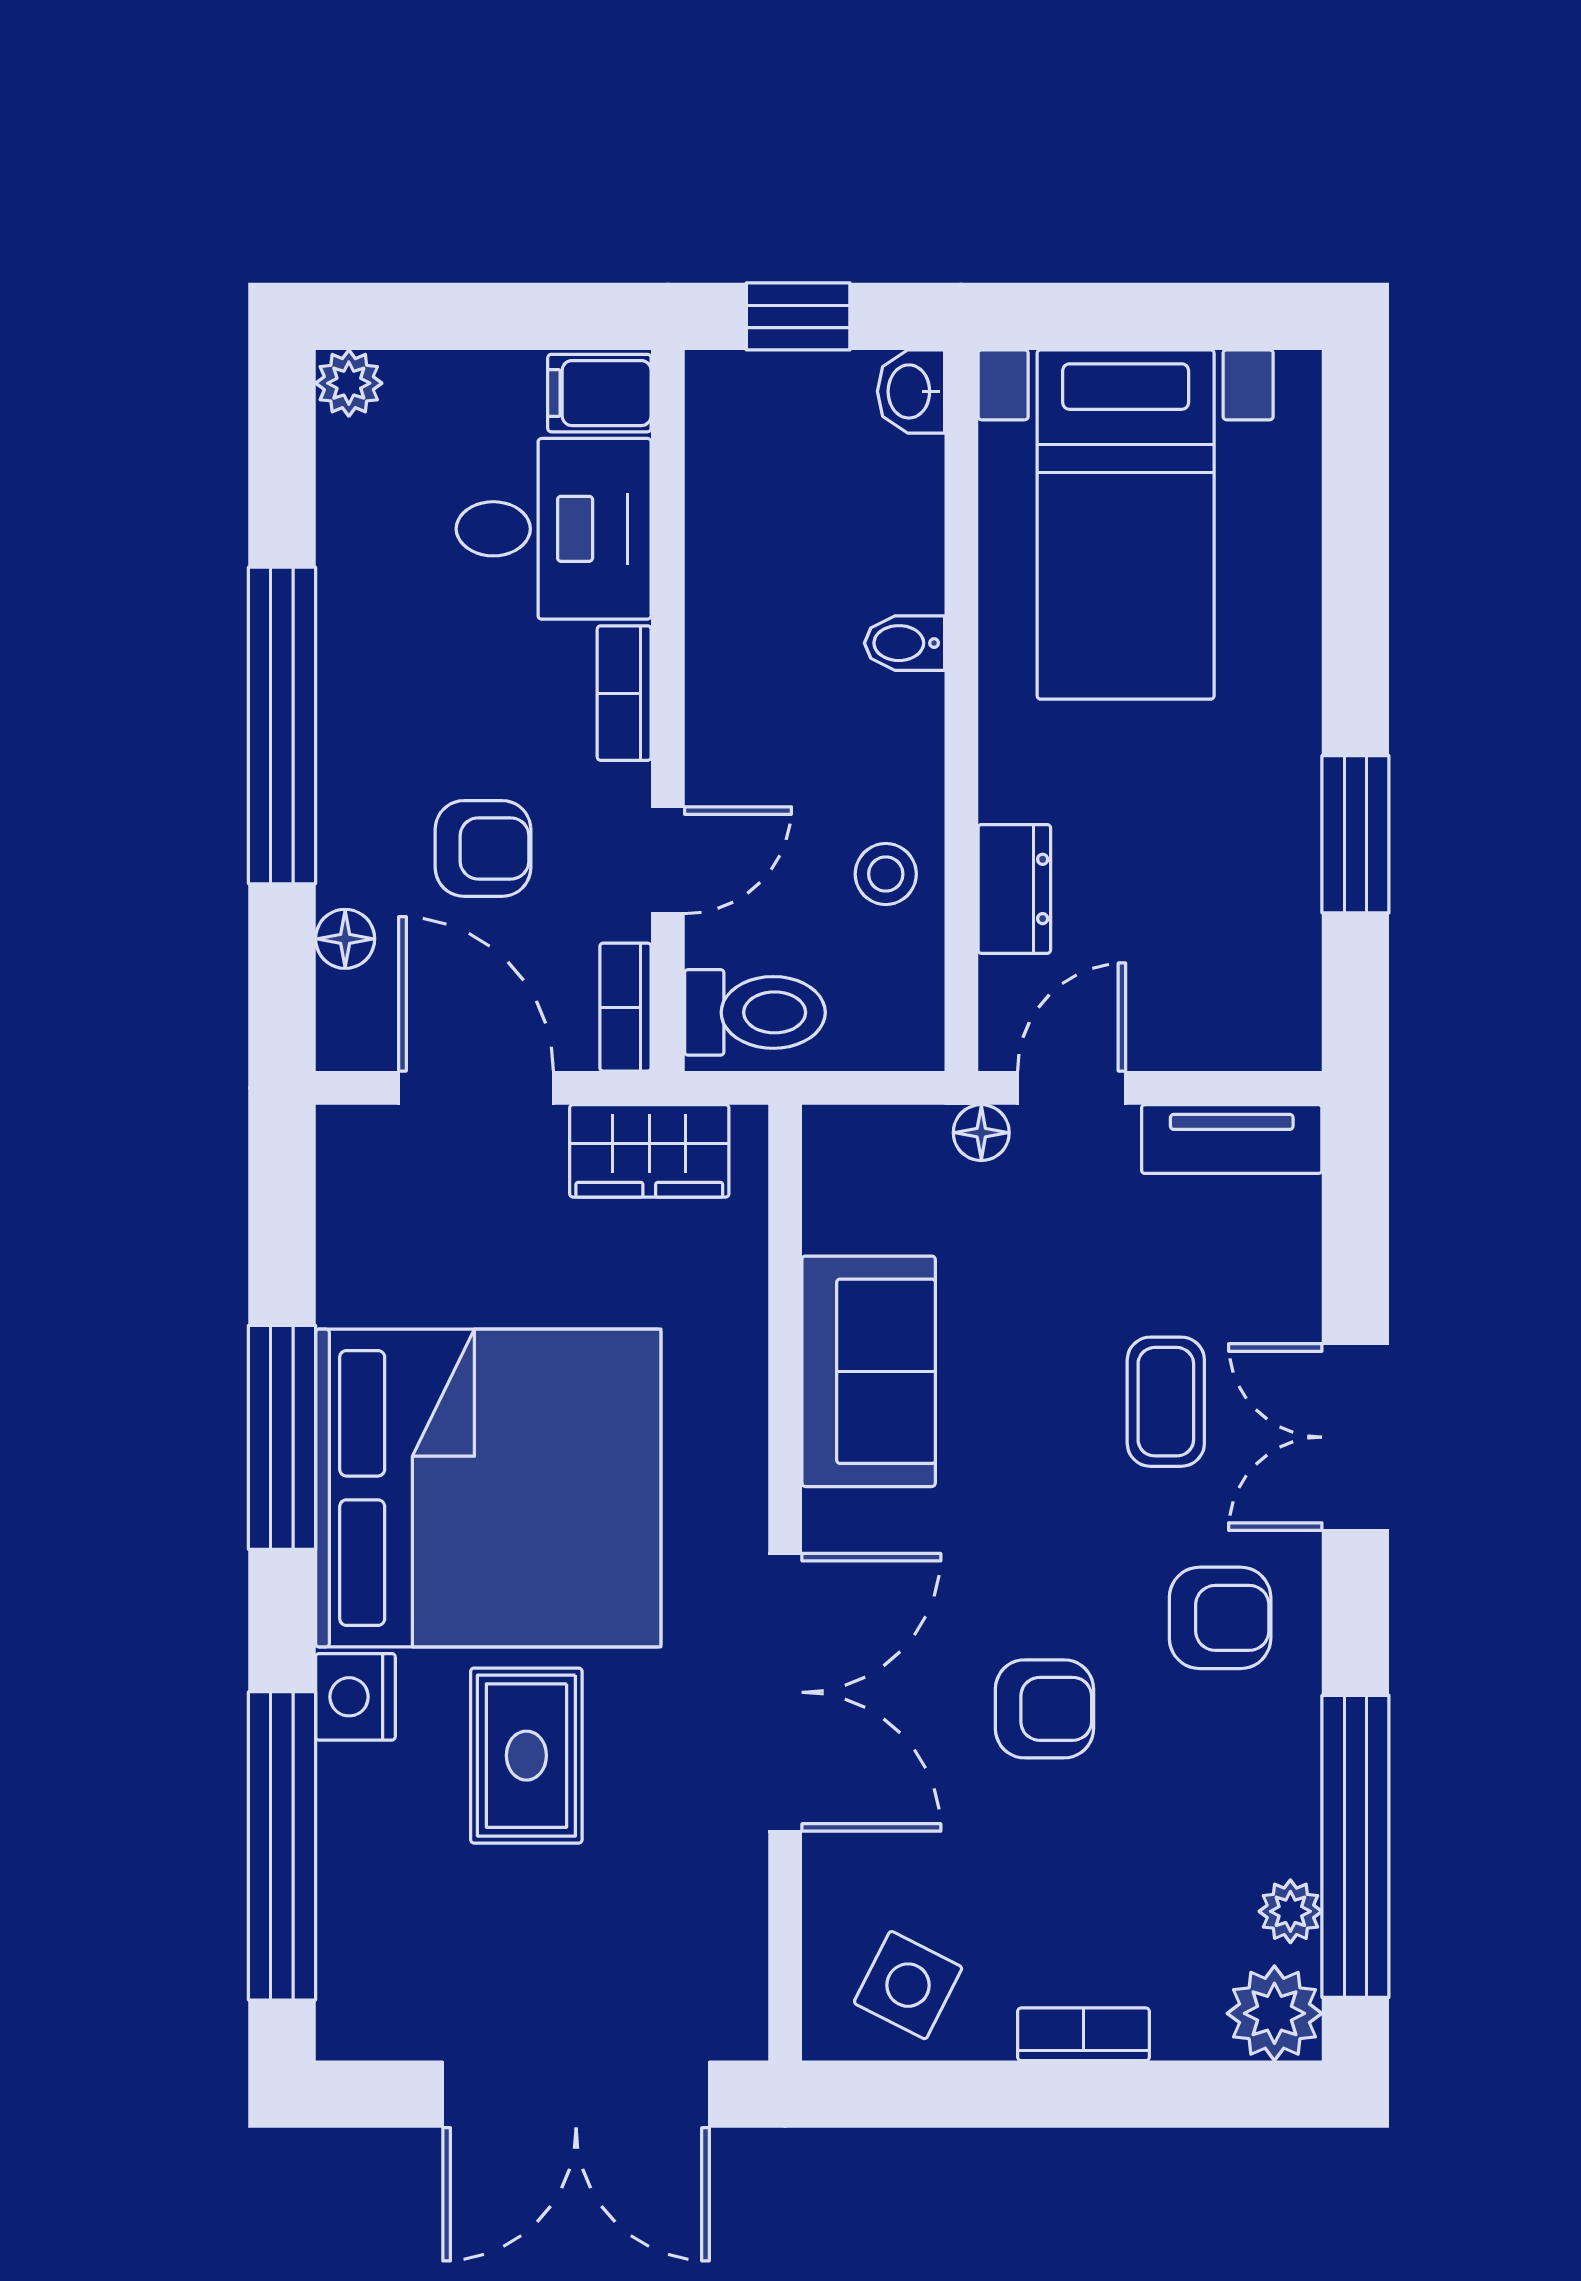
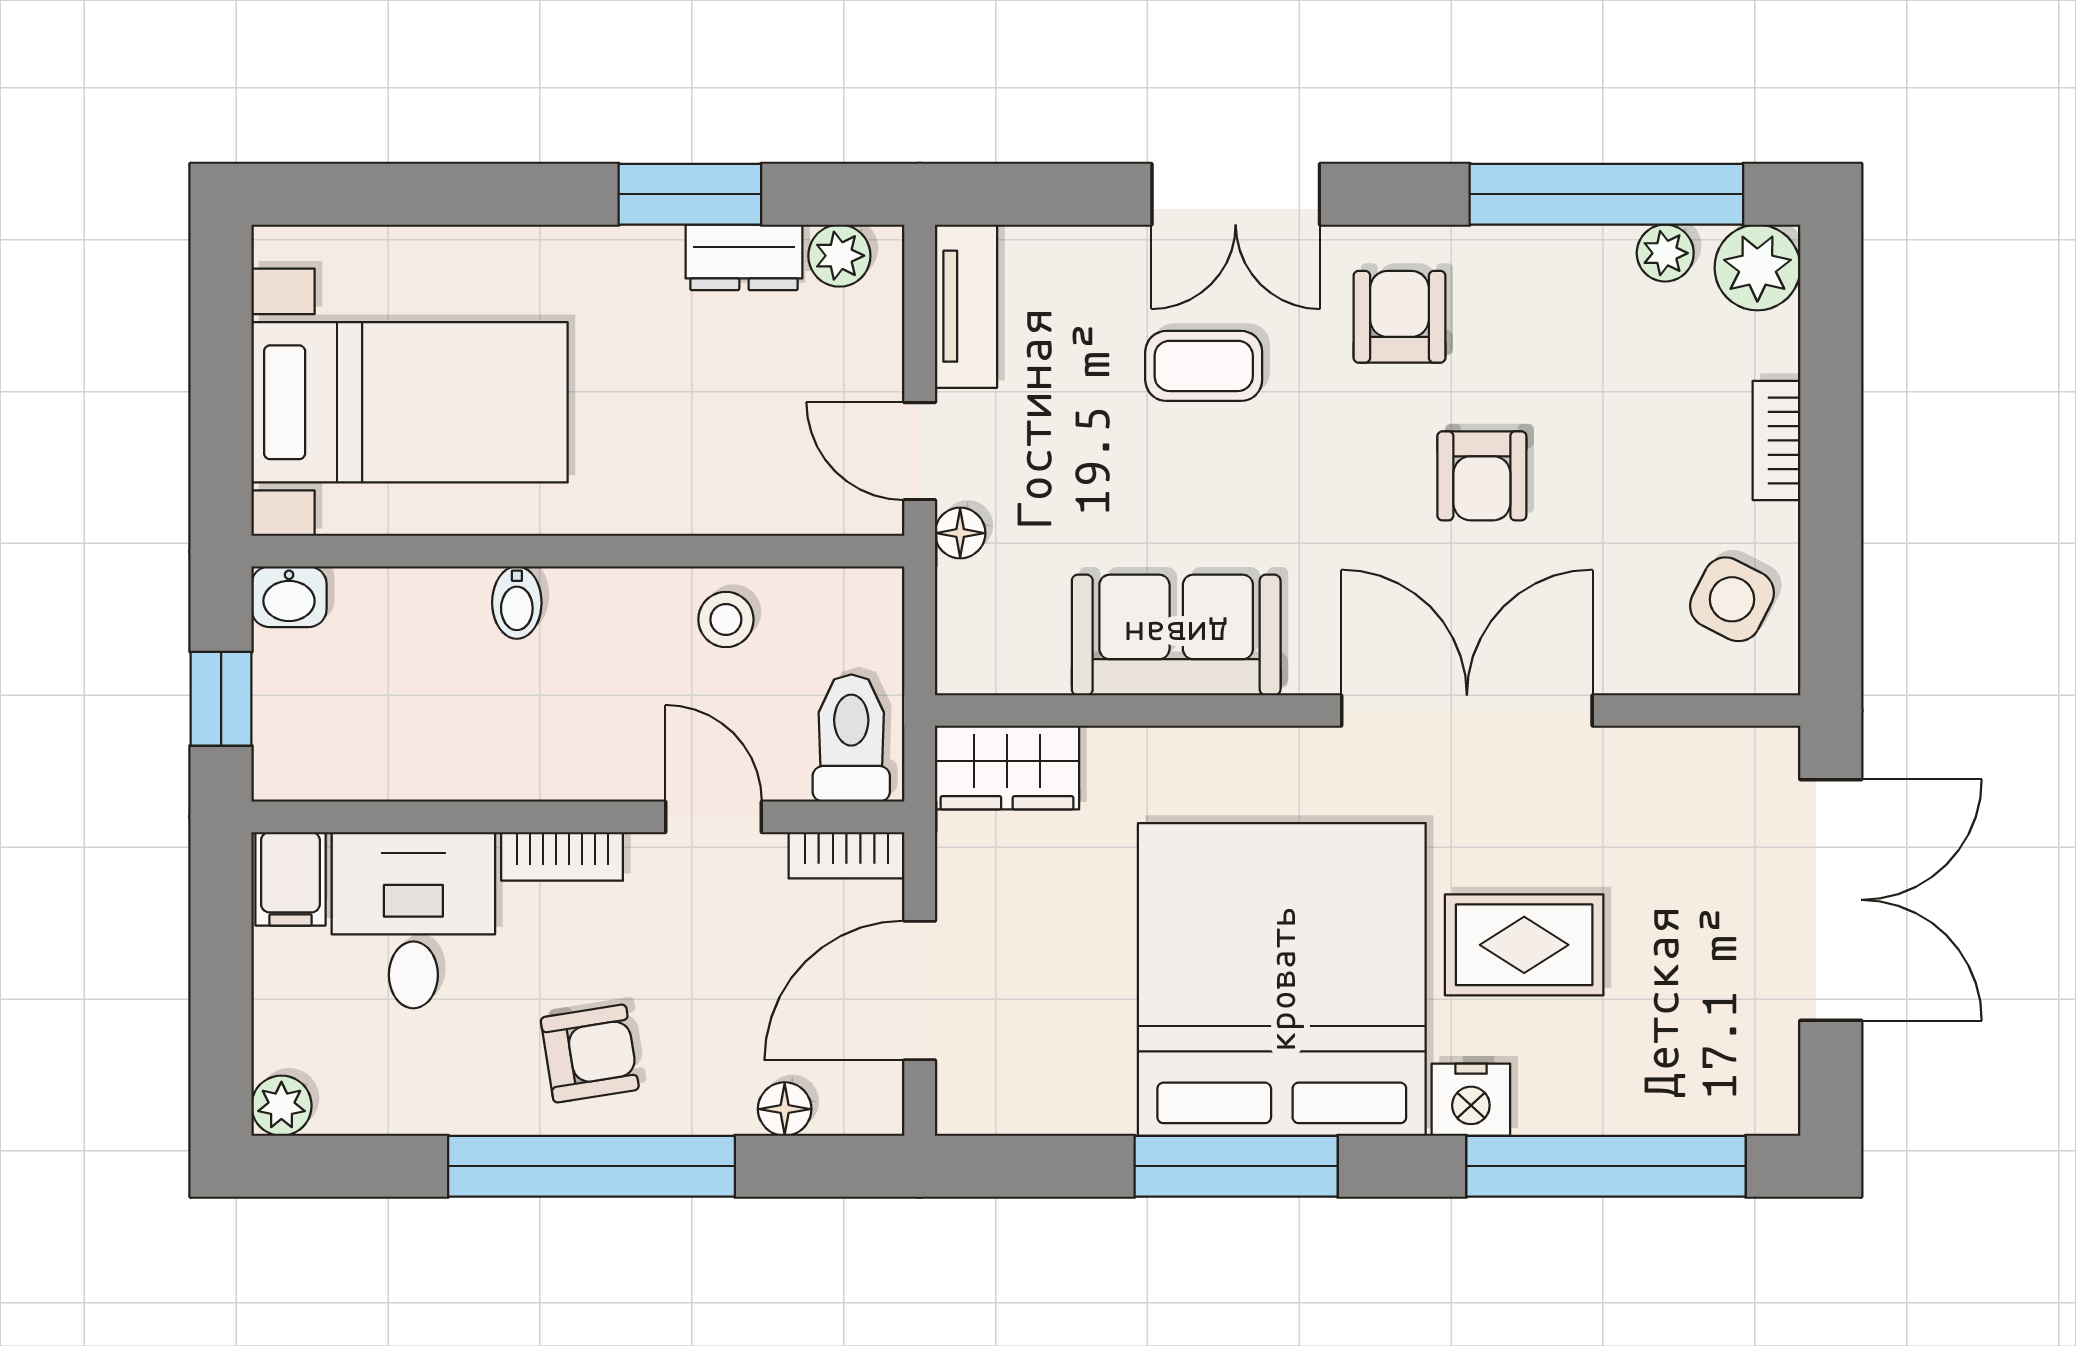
armchair: (483, 848) -> (590, 1054), moved, turned 81
dresser: (1014, 889) -> (744, 257), moved, turned 180
plant: (1288, 999) -> (839, 256), added
wardrobe: (649, 1151) -> (1007, 768), moved, turned 90
armchair: (1044, 1709) -> (1482, 476), turned 180

